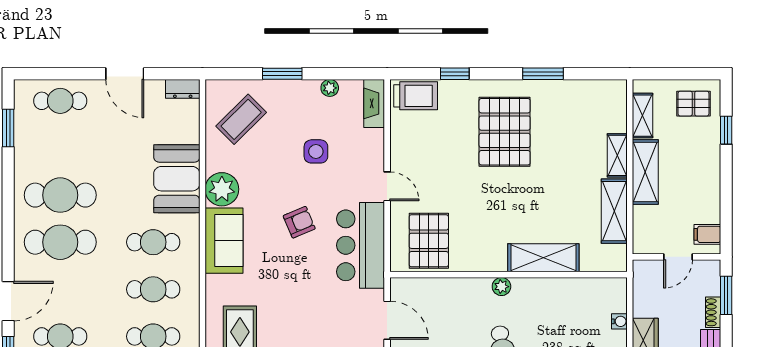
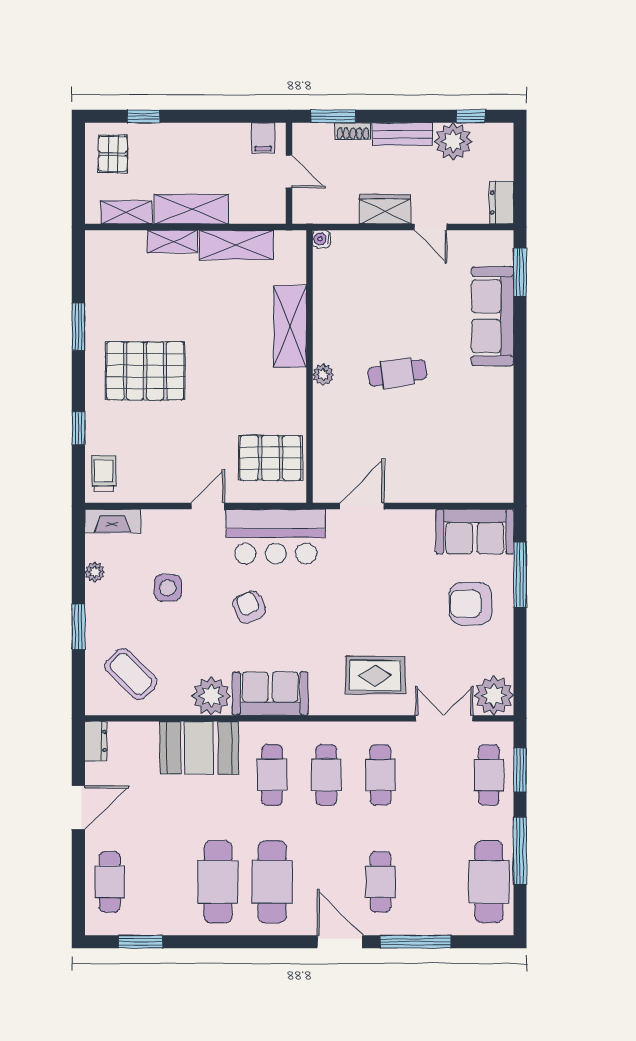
trolley: (416, 96) -> (104, 473), width x0.73, depth x0.72
water cooler: (619, 321) -> (321, 239), moved, turned -90

